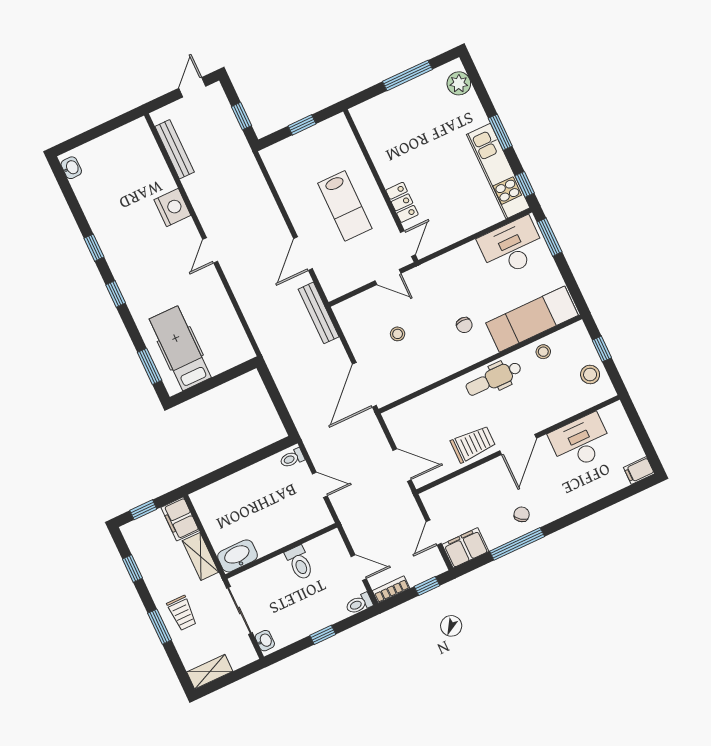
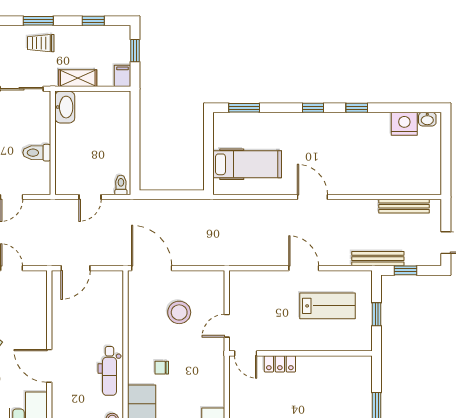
lab bench: (345, 206) -> (328, 306), moved, turned 180
nightstand: (172, 208) -> (404, 124), moved, turned 180
door: (210, 250) -> (312, 197), width x1.38
door: (303, 254) -> (304, 268), moved
bench: (319, 313) -> (378, 259), moved
stool: (398, 334) -> (179, 312), width x1.89, depth x1.89
hospital bed: (180, 348) -> (247, 164), moved
dental chair: (494, 379) -> (109, 371), turned 180
trolley: (473, 444) -> (66, 331), removed
filing cabinet: (180, 519) -> (123, 76), width x0.50

